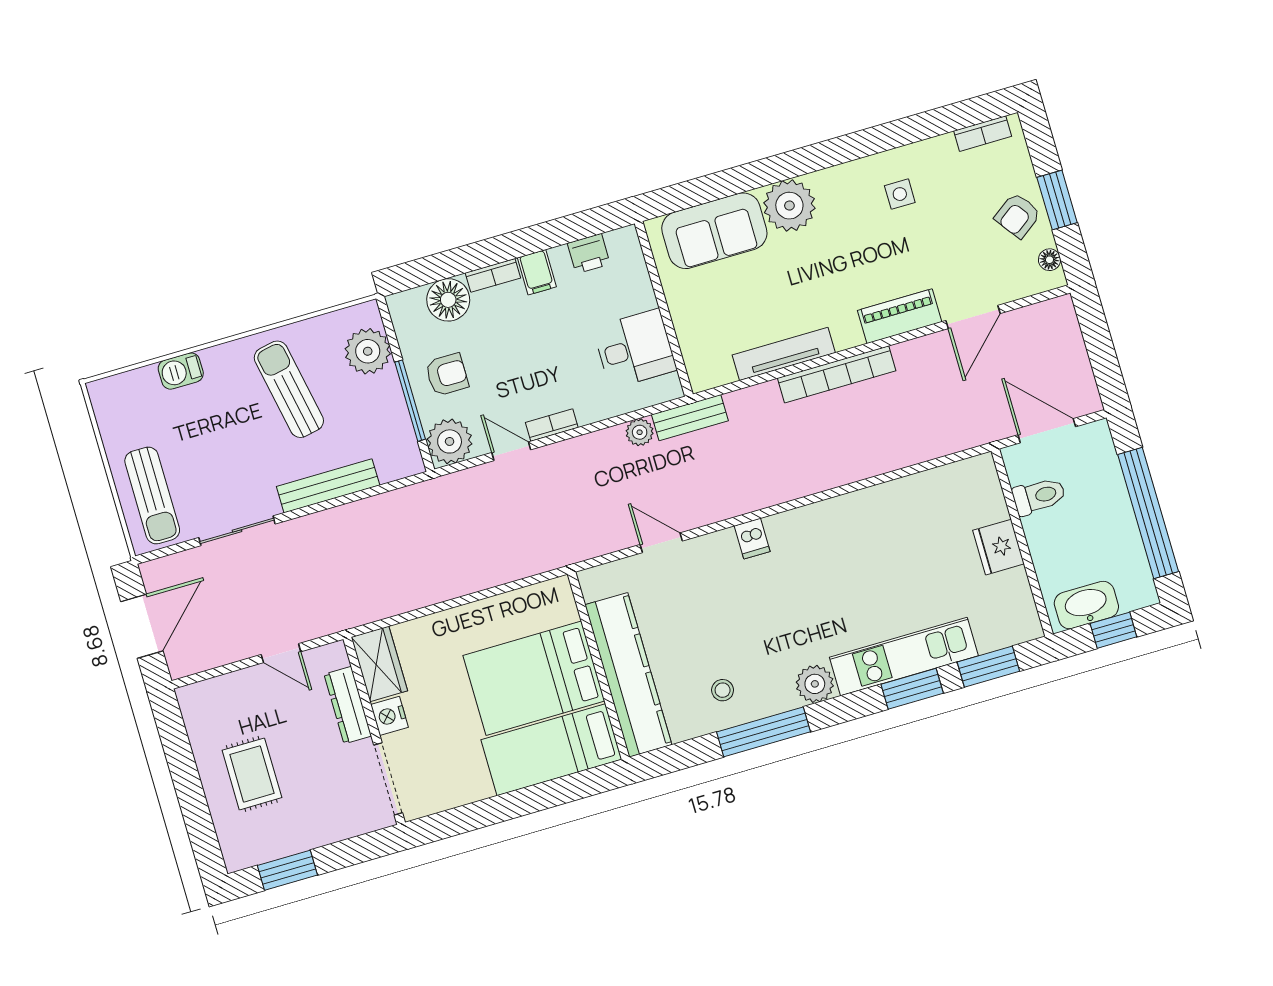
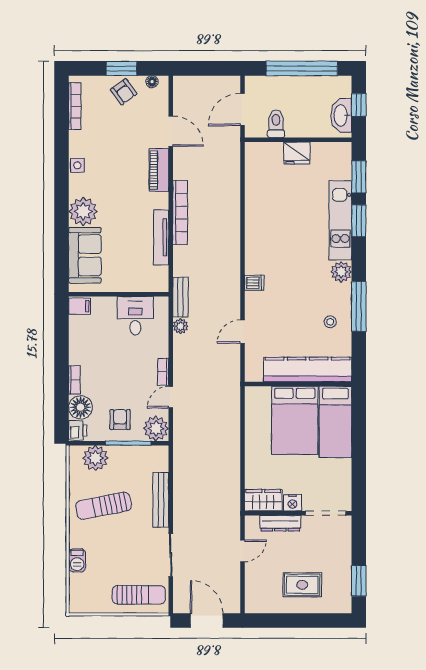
bookcase: (983, 134) -> (75, 106), width x1.56
side table: (900, 194) -> (77, 165), moved
printer: (589, 254) -> (78, 430), moved
filing cabinet: (537, 272) -> (80, 306), moved

